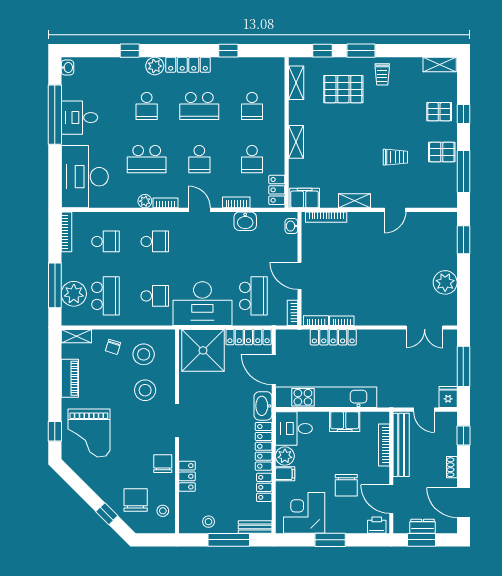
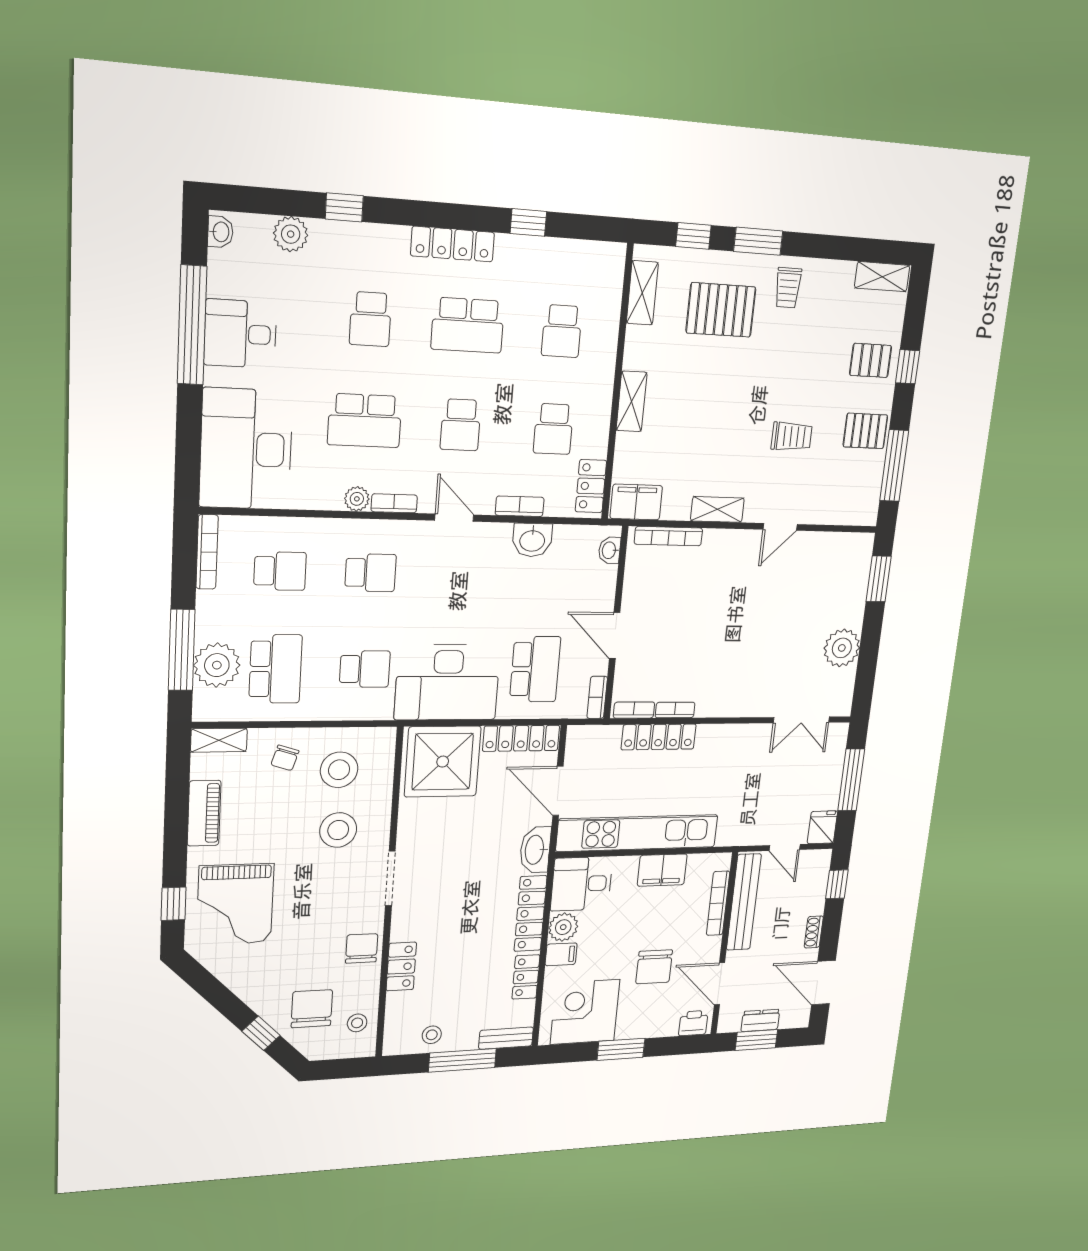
plant: (155, 66) -> (291, 234), moved

